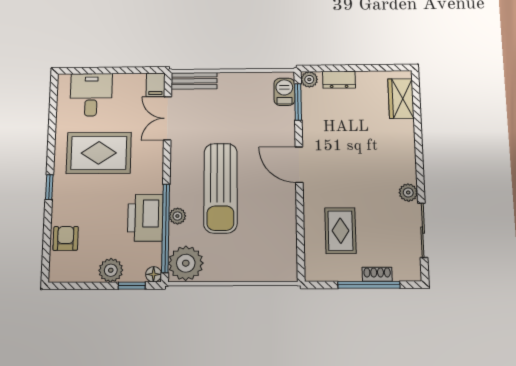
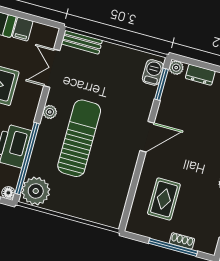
filing cabinet: (156, 85) -> (23, 29), moved
door: (299, 165) -> (147, 137), swing flipped
sun lounger: (220, 188) -> (79, 138), turned 180
plant: (177, 216) -> (50, 112), moved

